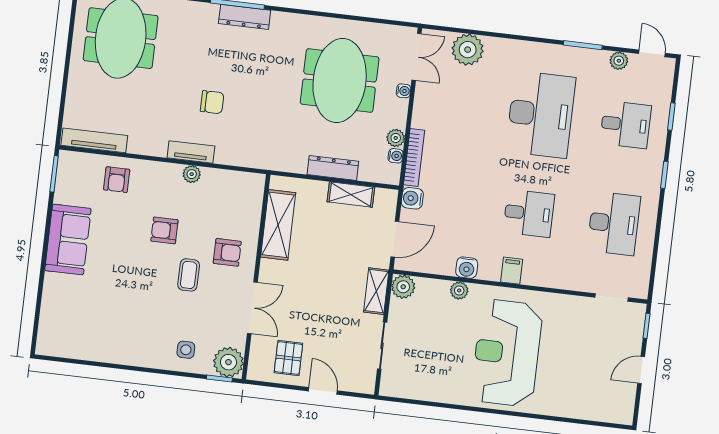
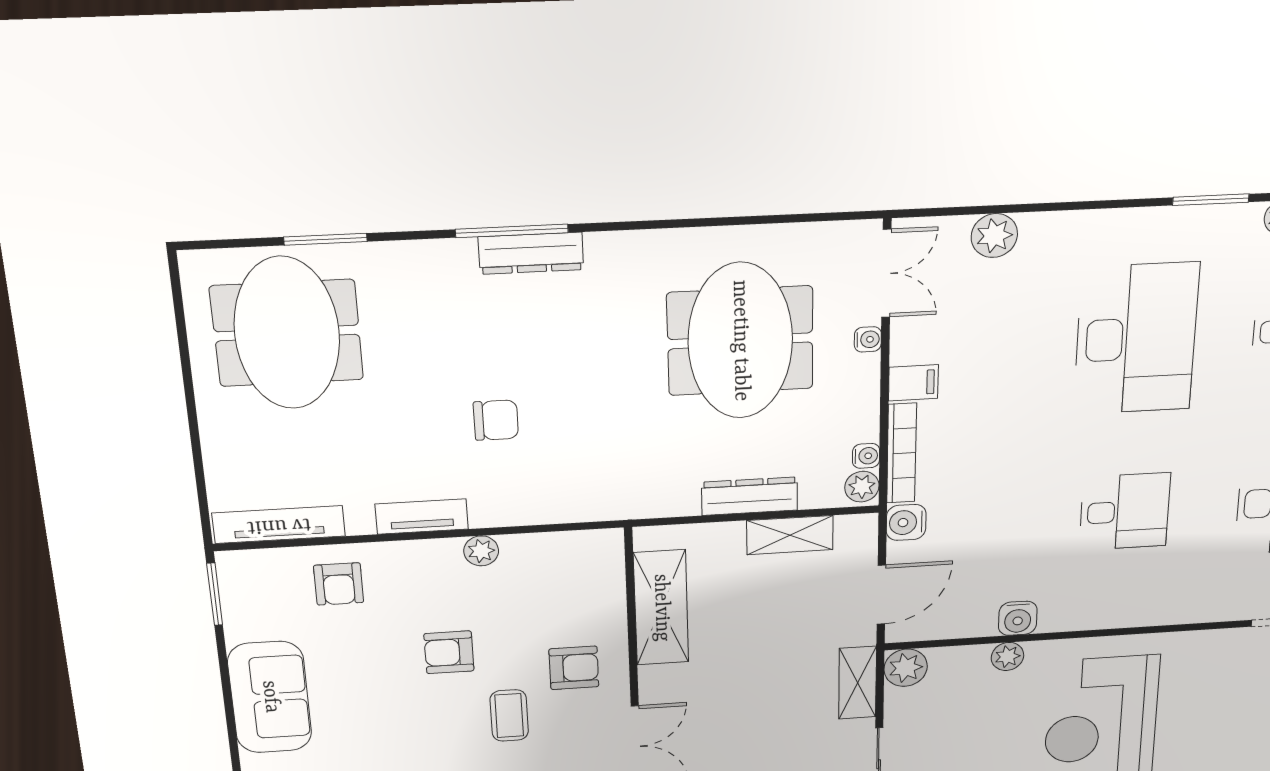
plant: (468, 50) -> (994, 236), width x0.73, depth x0.73
plant: (396, 138) -> (862, 487), moved
tv unit: (191, 152) -> (422, 516), moved
filing cabinet: (512, 271) -> (913, 383), moved, turned 90

